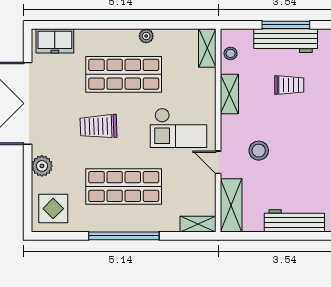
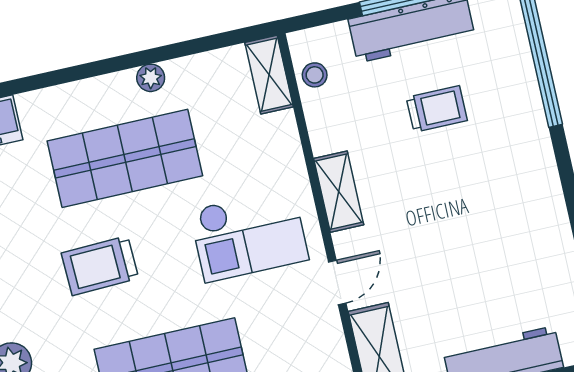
shelving: (229, 94) -> (339, 192), moved
stool: (259, 151) -> (407, 243), removed
door: (218, 162) -> (337, 282), swing flipped

